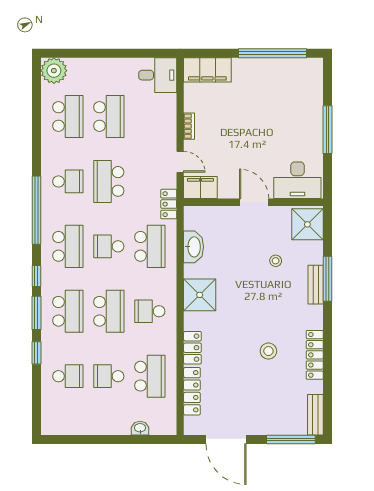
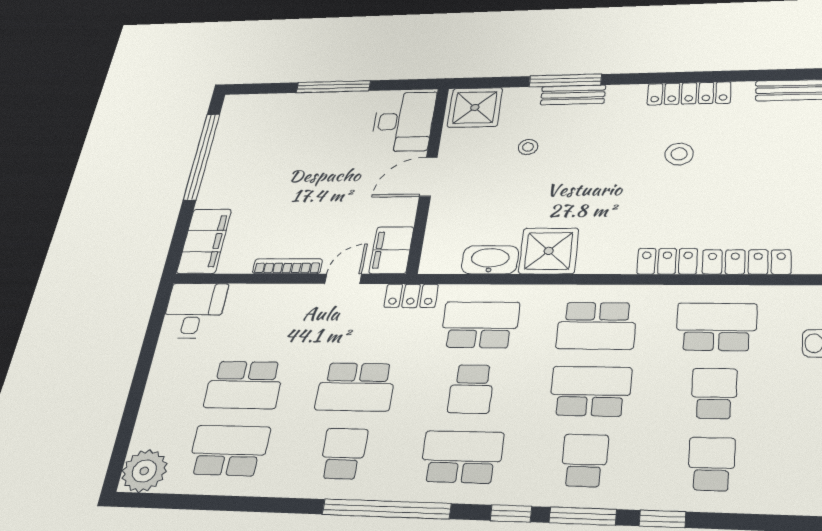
school desk: (109, 117) -> (244, 385), turned 180
bookcase: (189, 126) -> (287, 266), width x1.56
shower: (200, 295) -> (549, 251), moved
school desk: (68, 311) -> (584, 460), width x0.54
school desk: (150, 311) -> (596, 326), width x1.85
school desk: (109, 376) -> (714, 393), turned 180

